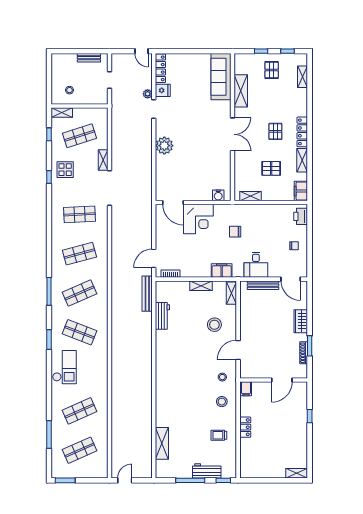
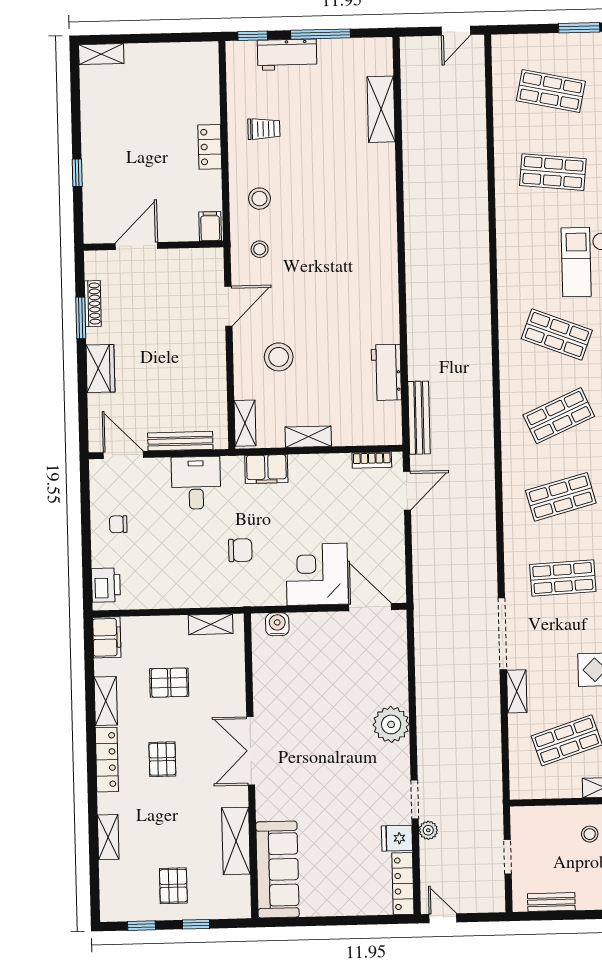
shelving: (303, 77) -> (108, 837), moved
shop shelf: (79, 411) -> (553, 172), turned 30
shop shelf: (79, 450) -> (551, 91), turned 36

